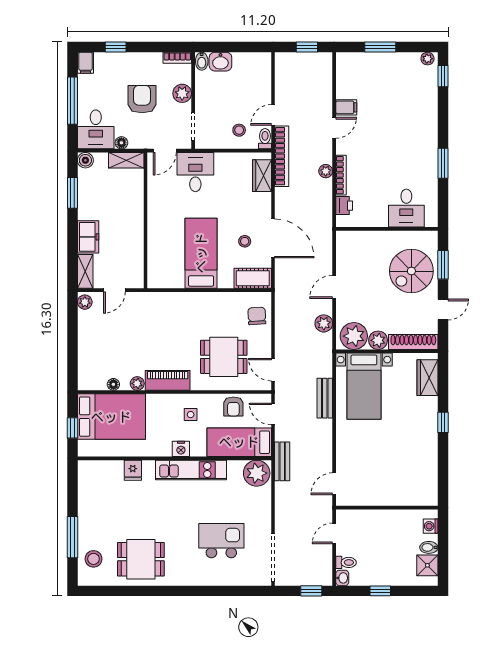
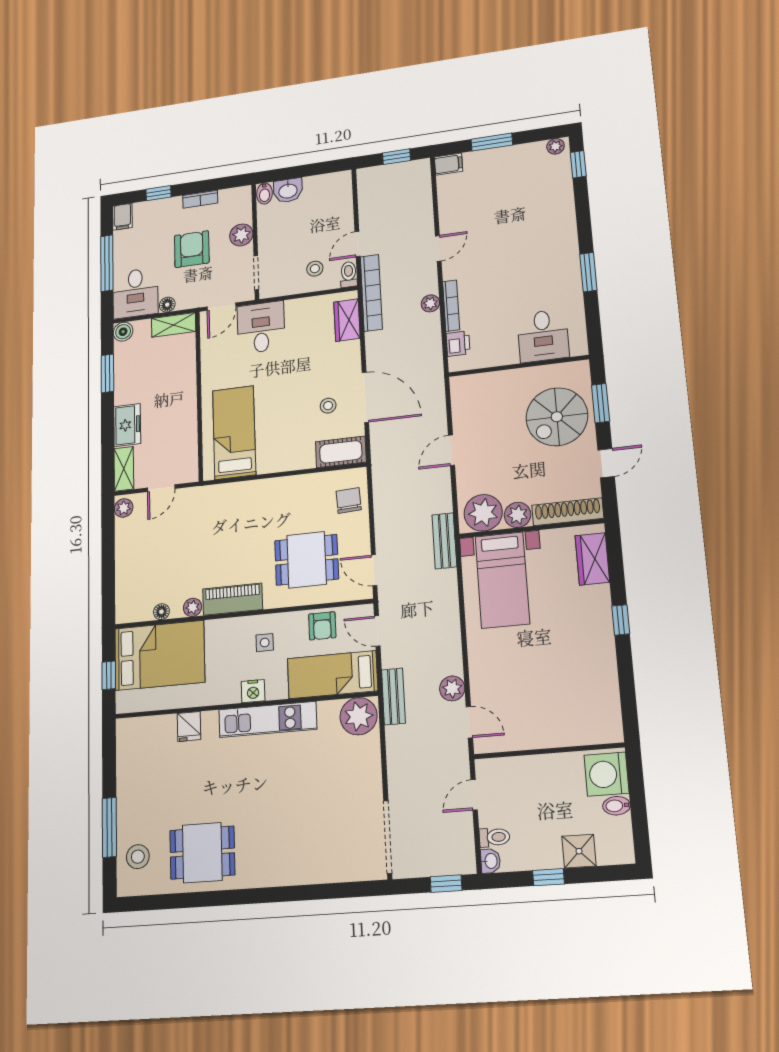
bookcase: (177, 58) -> (200, 199), moved
filing cabinet: (346, 107) -> (449, 164), moved
bed: (201, 253) -> (234, 432), moved
plant: (324, 323) -> (452, 688), moved
bench: (325, 398) -> (444, 541), moved
door: (334, 484) -> (469, 722), swing flipped
washing machine: (431, 526) -> (606, 774), width x1.89, depth x1.89
kitchen island: (221, 541) -> (313, 817), removed
shower: (427, 565) -> (579, 851), moved

